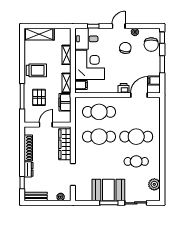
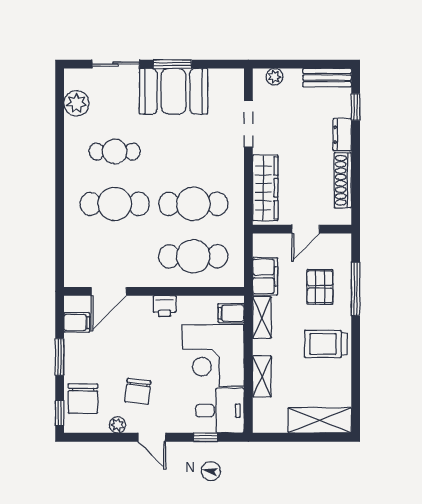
door: (119, 26) -> (152, 437), hinge flipped
chair: (151, 44) -> (83, 399), turned 180
printer: (124, 88) -> (165, 306), moved

